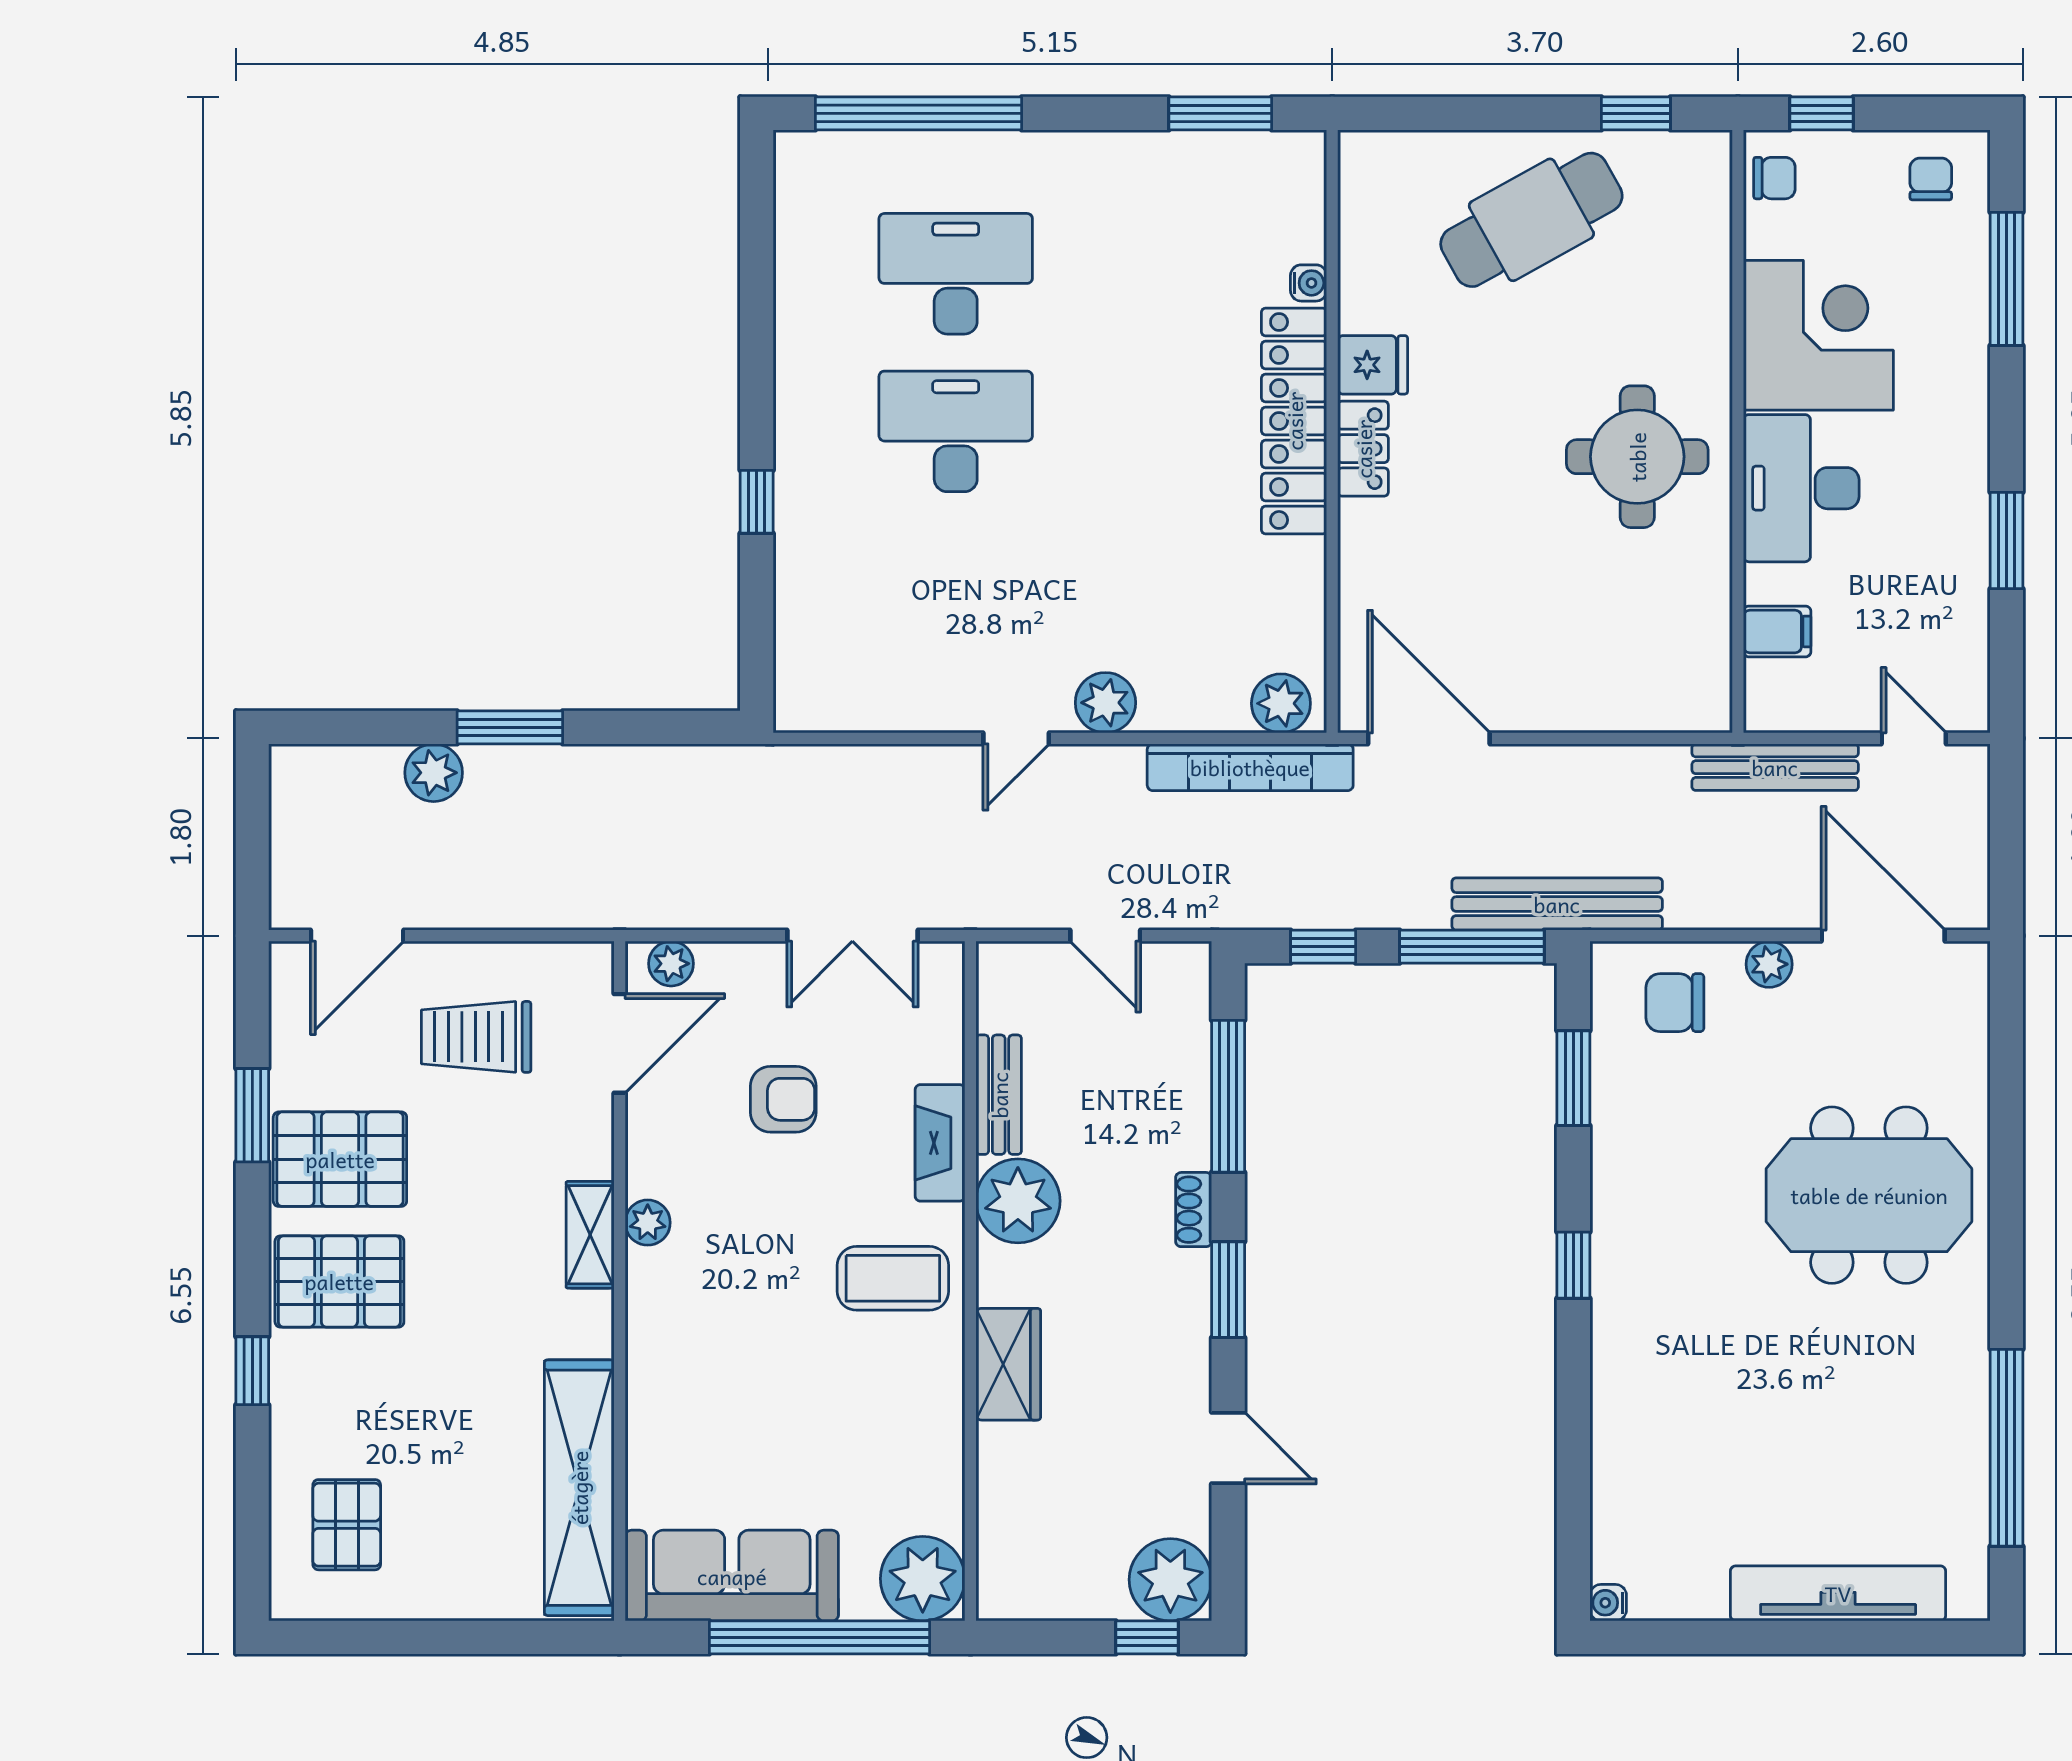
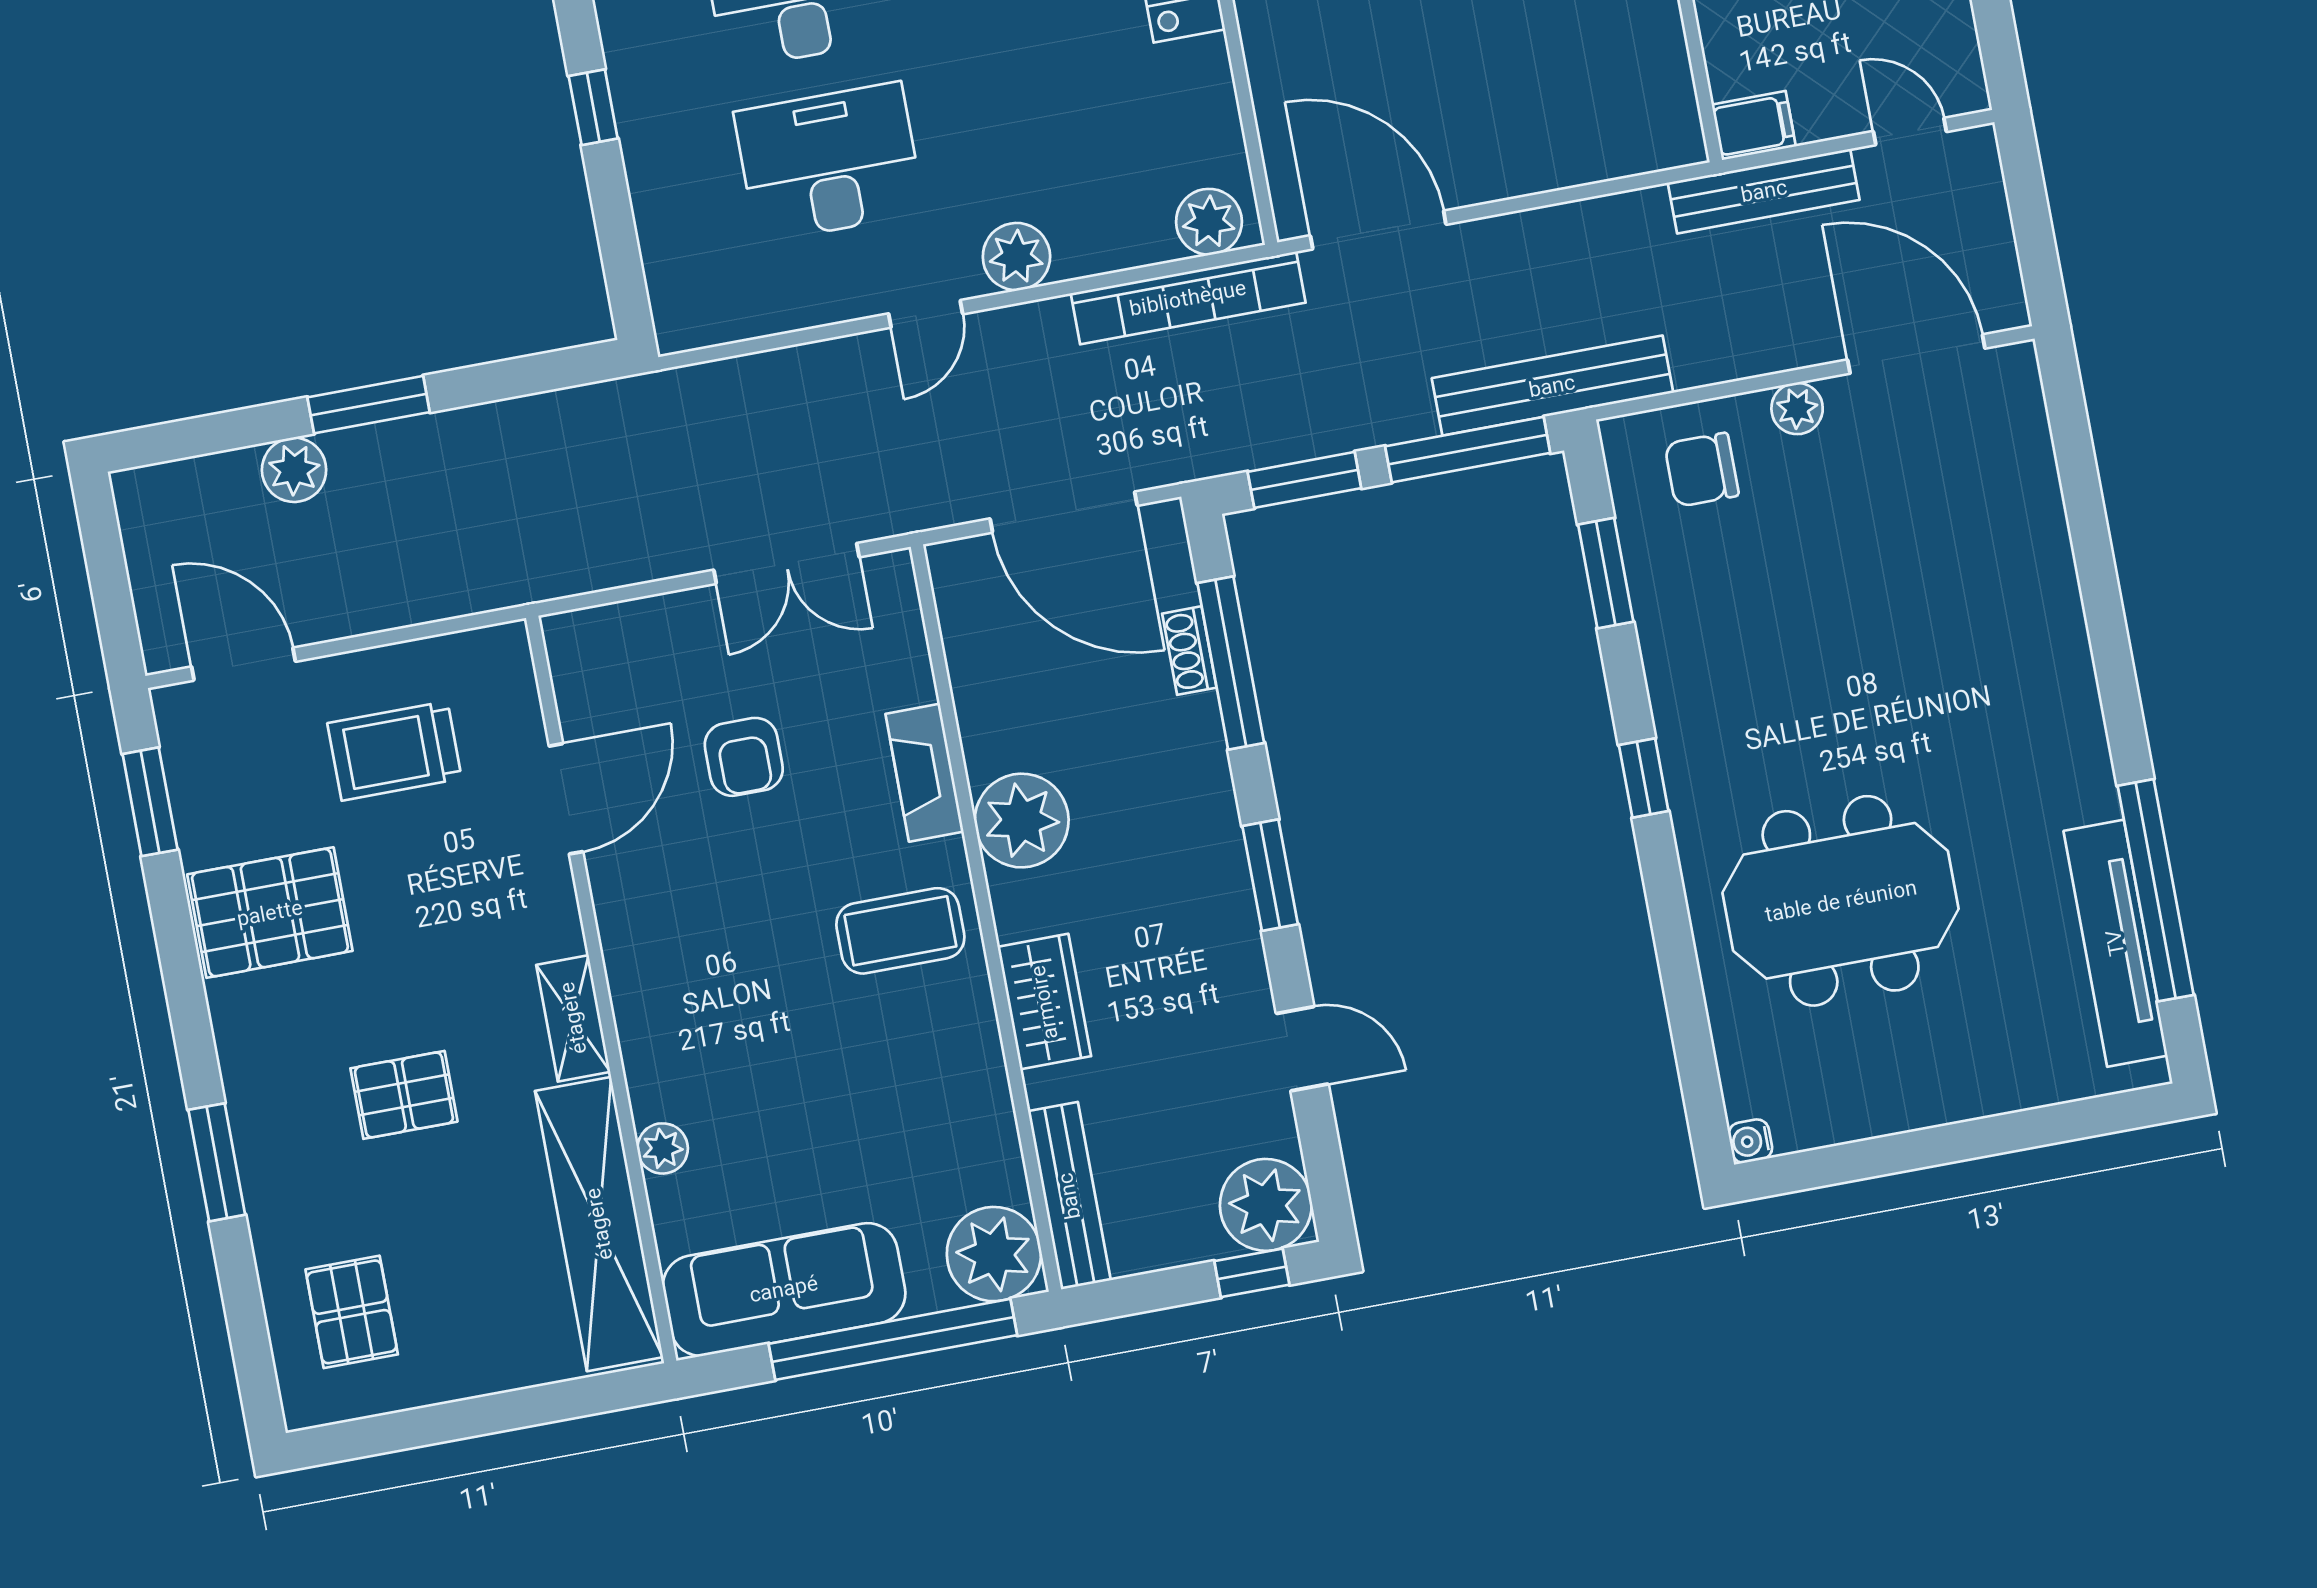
desk: (956, 589) -> (829, 162), added
filing cabinet: (1777, 631) -> (1754, 125), moved
door: (357, 936) -> (243, 664), swing flipped
door: (1105, 936) -> (1064, 512), width x1.88
window: (1323, 947) -> (1304, 480), width x1.50
plant: (671, 964) -> (593, 631), removed
door: (620, 1043) -> (566, 799), moved
bench: (999, 1095) -> (1069, 1196), moved, width x1.36
armchair: (783, 1099) -> (744, 757), turned 90
window: (252, 1115) -> (150, 802), moved
meeting table: (1869, 1195) -> (1841, 901), moved
shoe rack: (1194, 1210) -> (1189, 651), moved
plant: (648, 1223) -> (663, 1148), moved
shelving: (590, 1235) -> (573, 1018), moved
pallet: (339, 1281) -> (404, 1095), moved, width x0.67, depth x0.71
window: (252, 1371) -> (217, 1162), width x1.50
tv unit: (1838, 1593) -> (2115, 943), moved, turned -90

